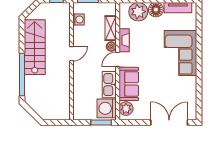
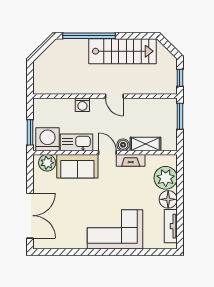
washing machine: (79, 20) -> (82, 105), moved

